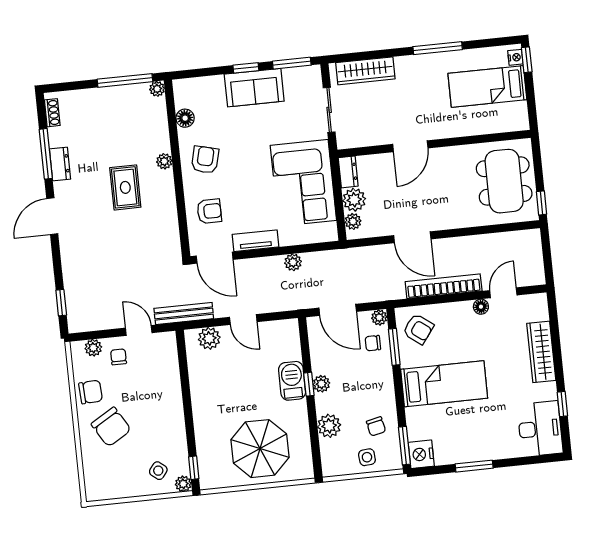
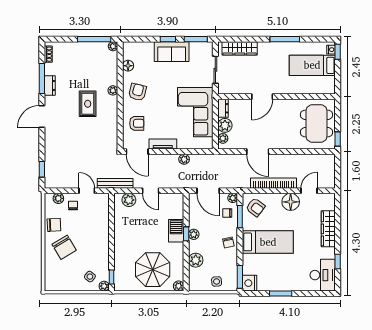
floor lamp: (481, 307) -> (291, 202), width x1.89, depth x1.89
chair: (376, 426) -> (228, 242), moved
plant: (305, 471) -> (179, 286), added

